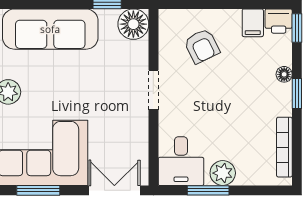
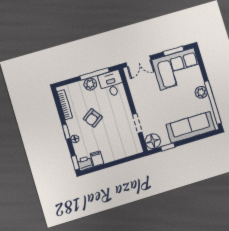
armchair: (202, 46) -> (93, 118), moved, turned -99
doorway: (153, 90) -> (137, 123), moved
window: (208, 190) -> (95, 74), width x1.44

